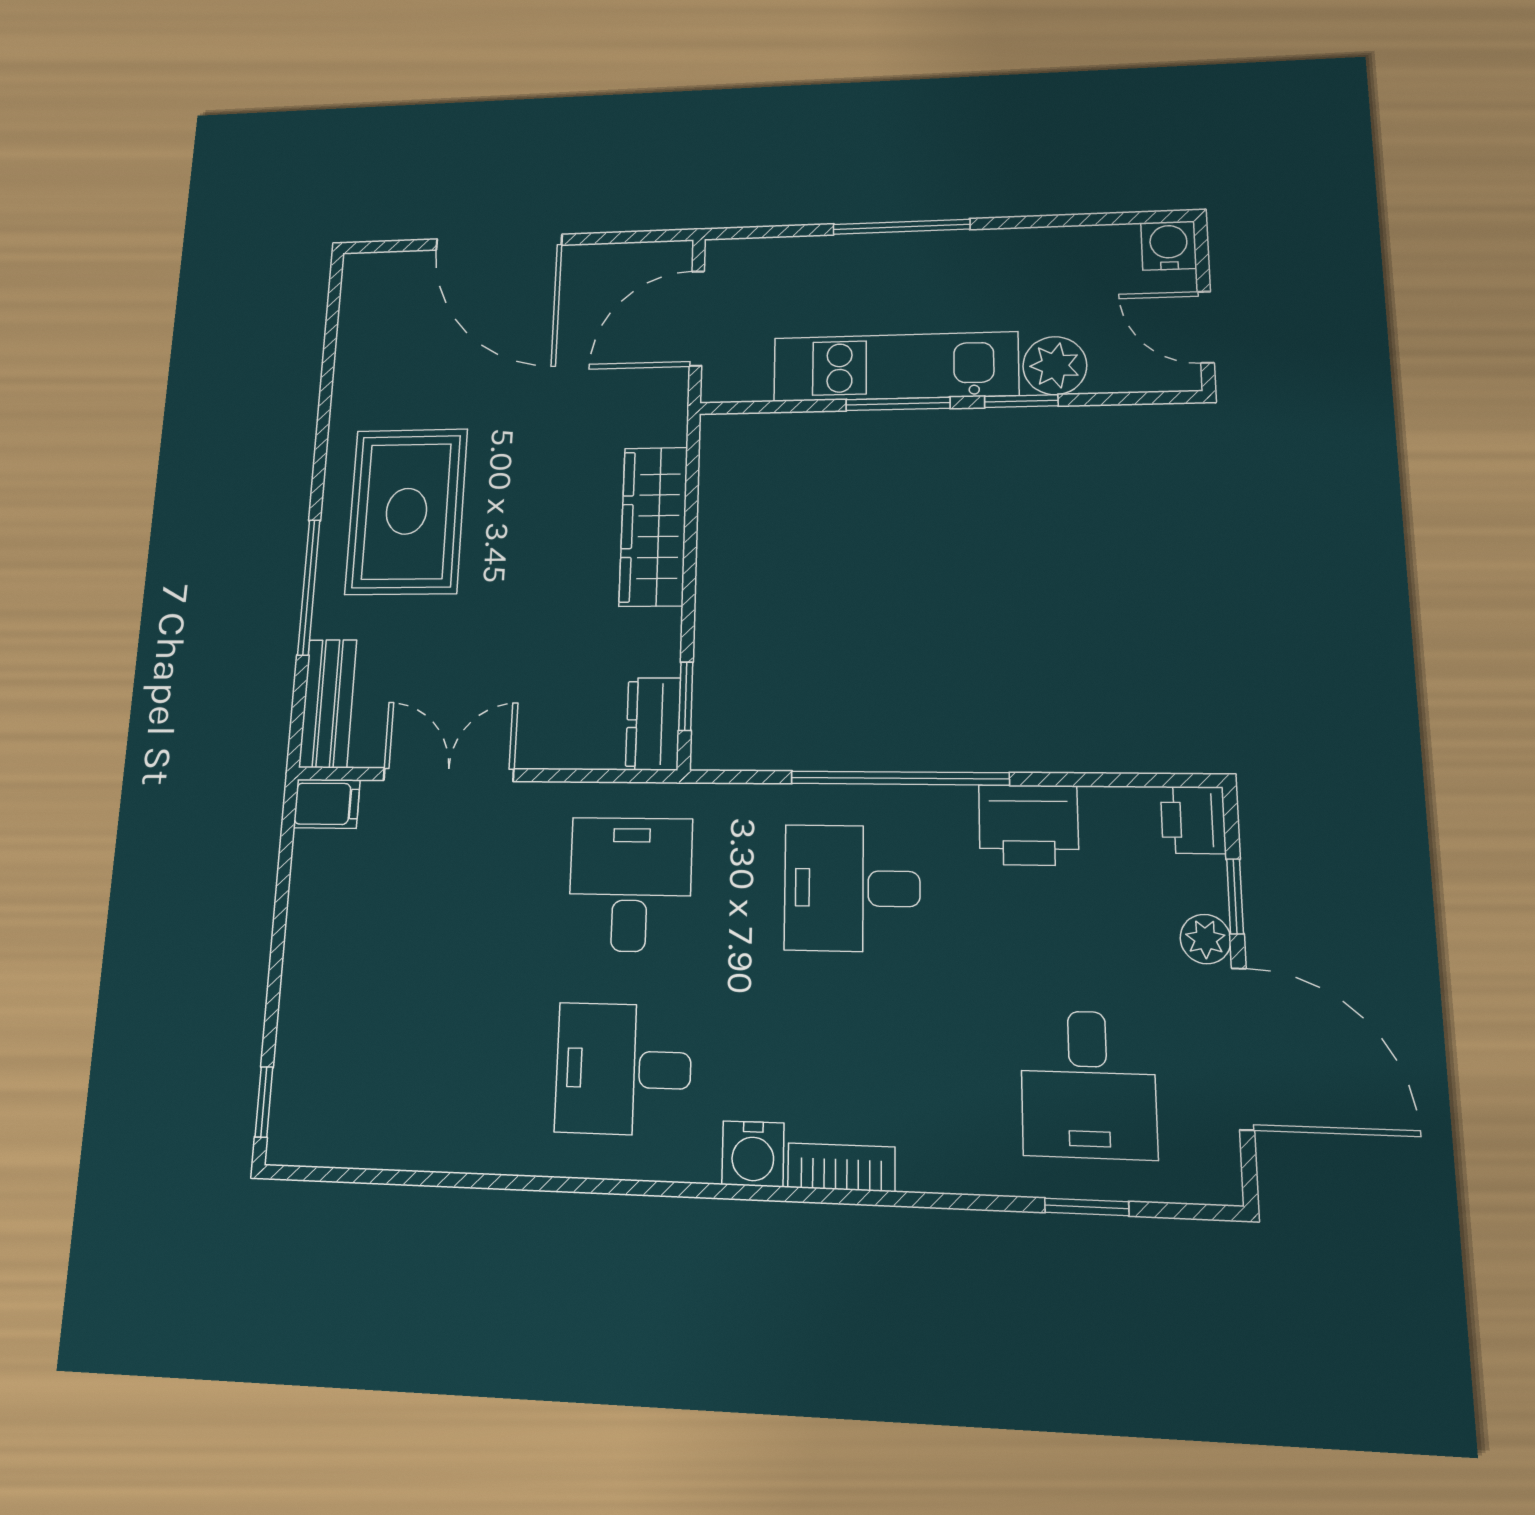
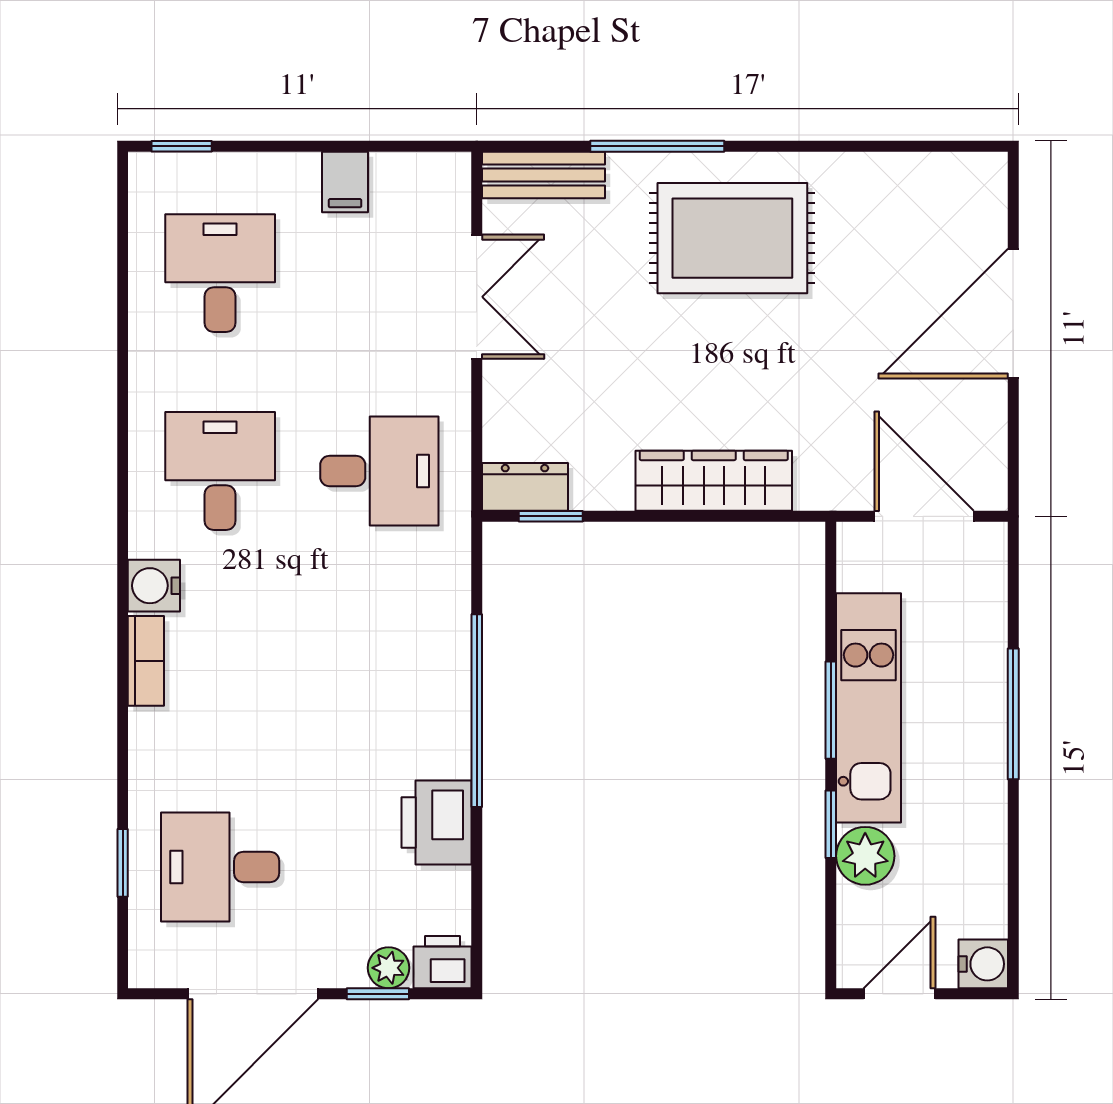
filing cabinet: (327, 804) -> (345, 182), moved
desk: (852, 888) -> (220, 273), moved
plant: (1205, 939) -> (389, 968), moved

